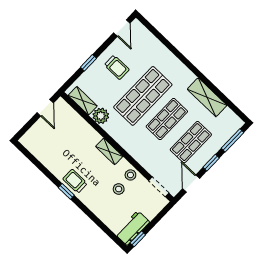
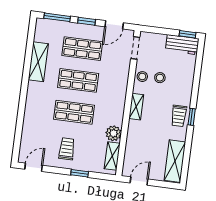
shop shelf: (143, 96) -> (74, 112), width x0.70, depth x0.74
shelving: (40, 150) -> (175, 161), added

